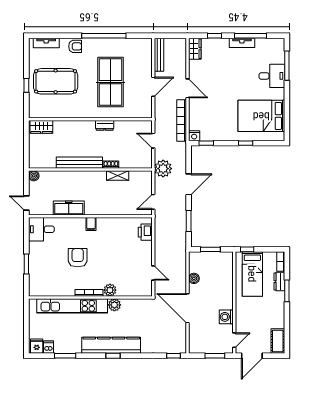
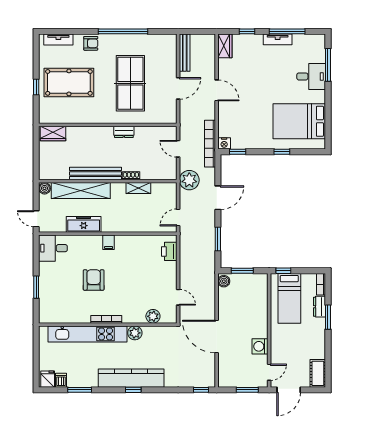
bookcase: (182, 120) -> (210, 144), moved
shelving: (66, 178) -> (81, 190), added
boiler: (194, 278) -> (224, 281), moved
plant: (110, 290) -> (153, 316), moved

